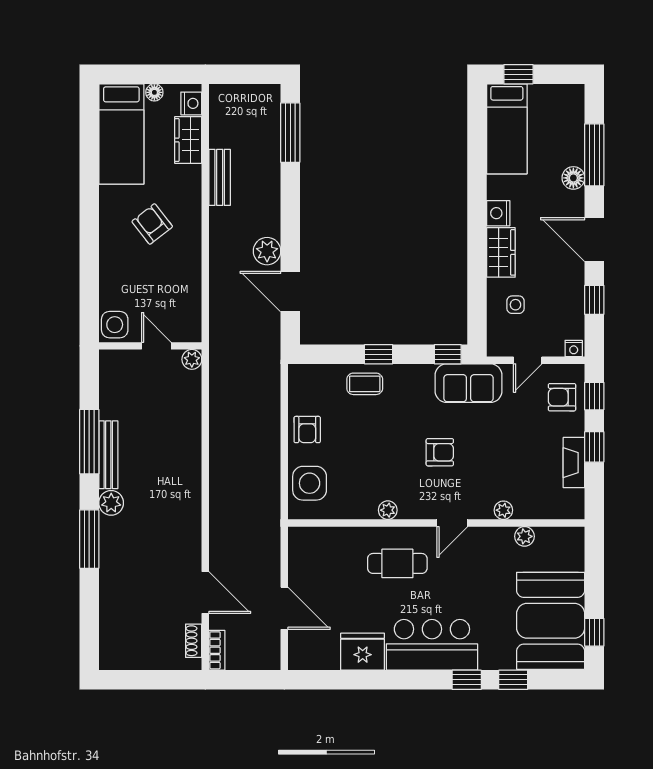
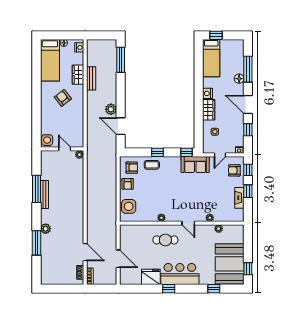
wardrobe: (188, 140) -> (78, 75), moved
armchair: (440, 452) -> (132, 168), moved
plant: (111, 503) -> (46, 229), moved
door: (452, 523) -> (188, 223), hinge flipped
window: (89, 539) -> (37, 243), moved
window: (467, 680) -> (169, 289), moved

